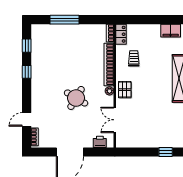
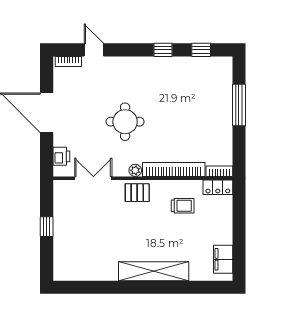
round table: (76, 98) -> (125, 122), turned -31
window: (166, 152) -> (47, 227), moved

